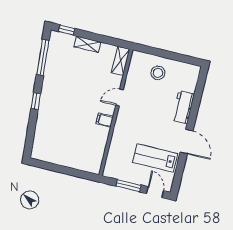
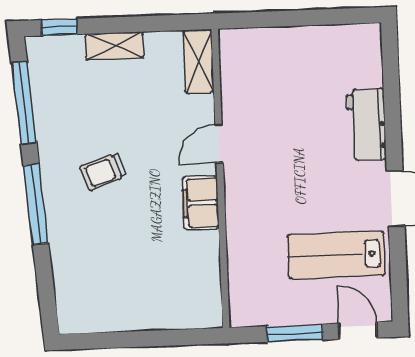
stool: (158, 73) -> (289, 64), removed
trolley: (68, 96) -> (103, 172), added
window: (36, 101) -> (36, 204), width x2.17
filing cabinet: (105, 120) -> (201, 203), width x2.00

